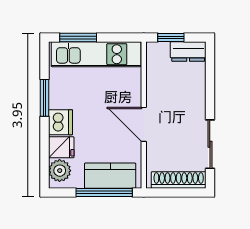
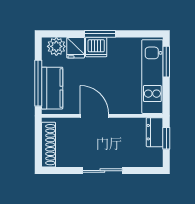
dresser: (188, 51) -> (155, 132), moved
window: (44, 98) -> (100, 34), moved
door: (144, 124) -> (94, 116), hinge flipped
sliding door: (210, 144) -> (102, 171), moved

